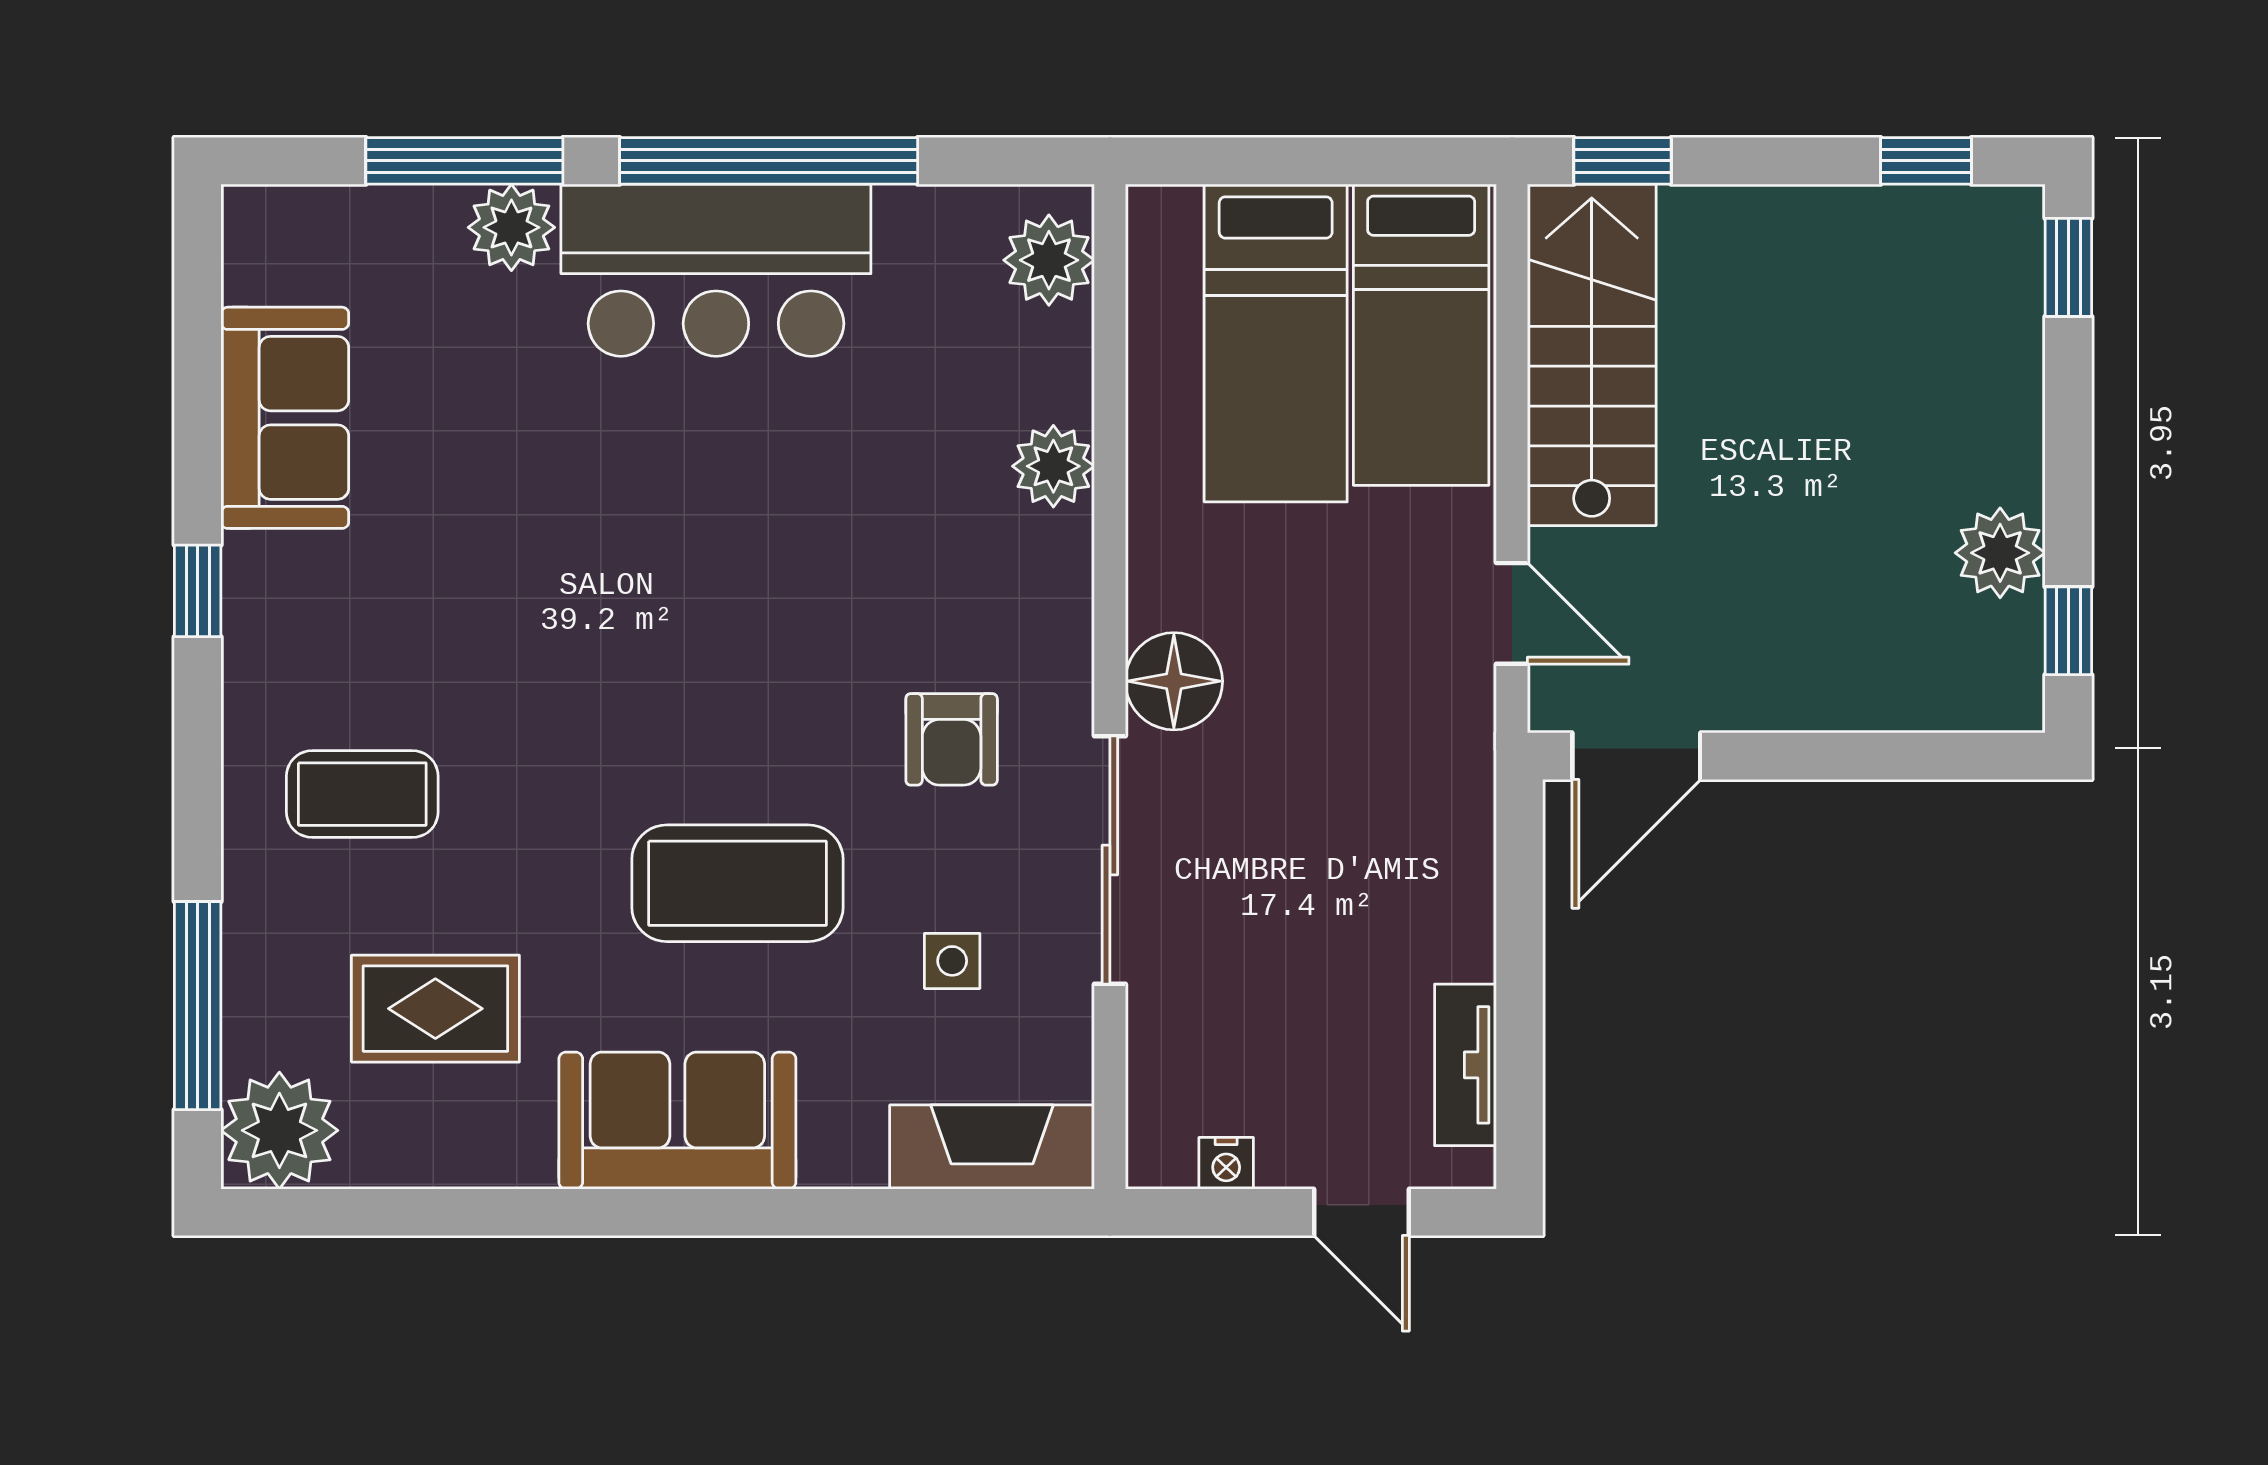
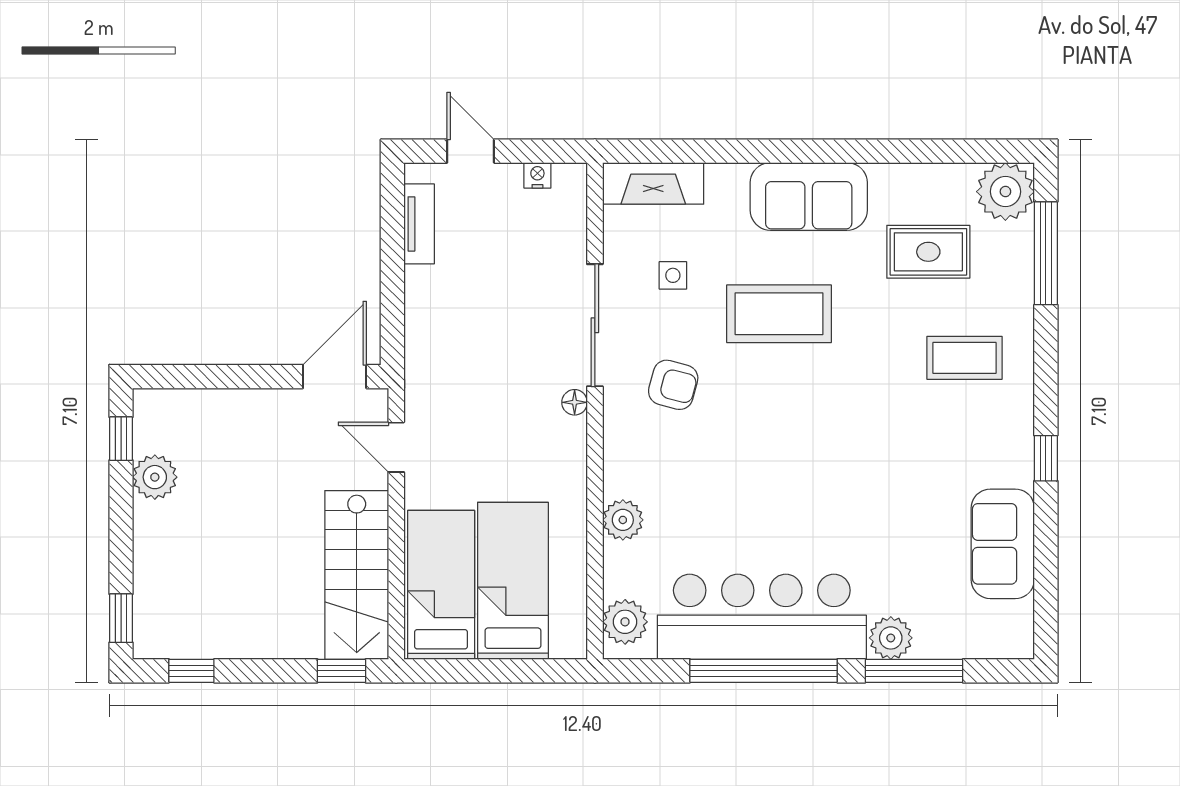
bar counter: (716, 270) -> (762, 617), width x1.36
floor lamp: (1174, 681) -> (575, 402), width x0.53, depth x0.53
armchair: (952, 739) -> (673, 385), turned 105

